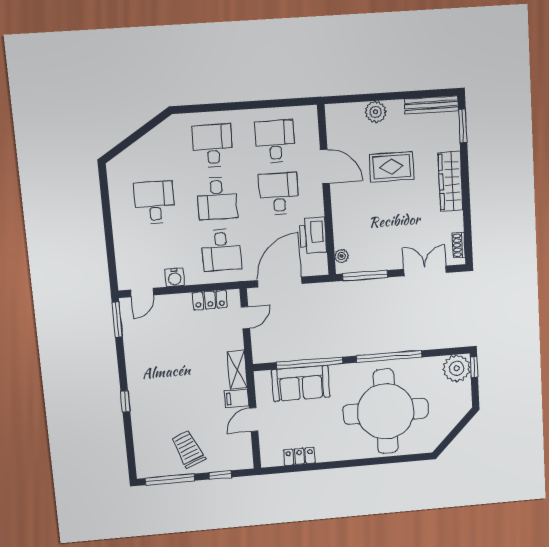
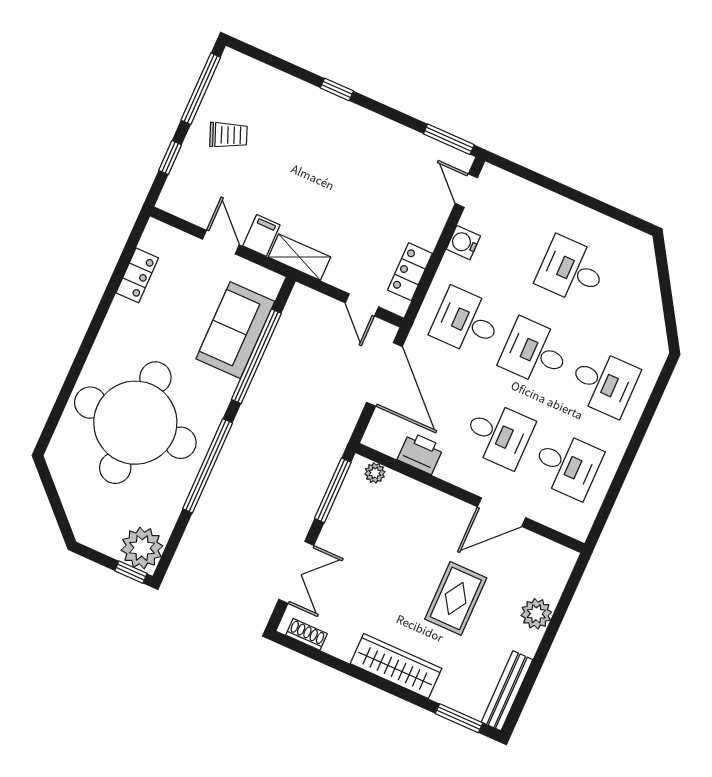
desk: (155, 203) -> (572, 270), turned 180
printer: (313, 235) -> (421, 453), width x0.73, depth x0.84
trolley: (188, 449) -> (228, 135), width x0.73, depth x0.72

